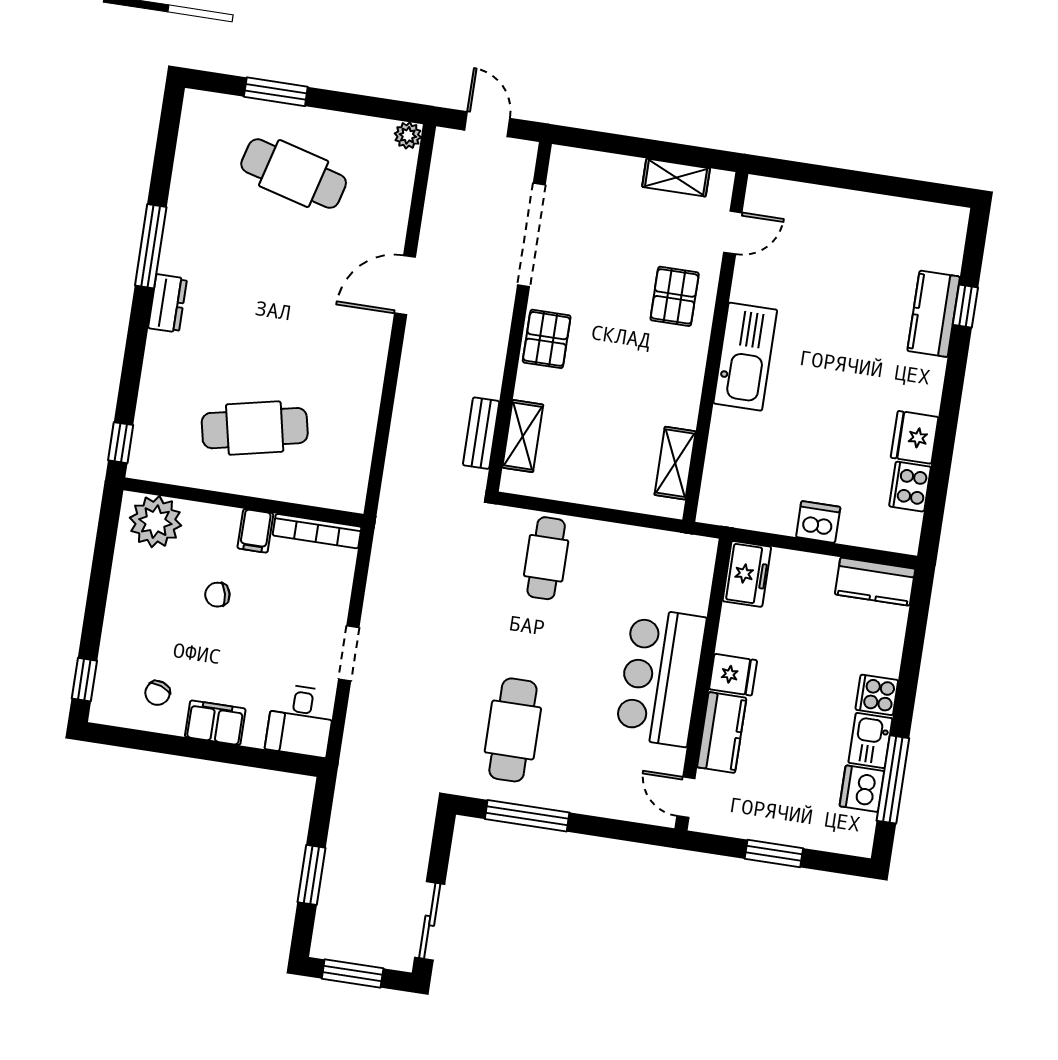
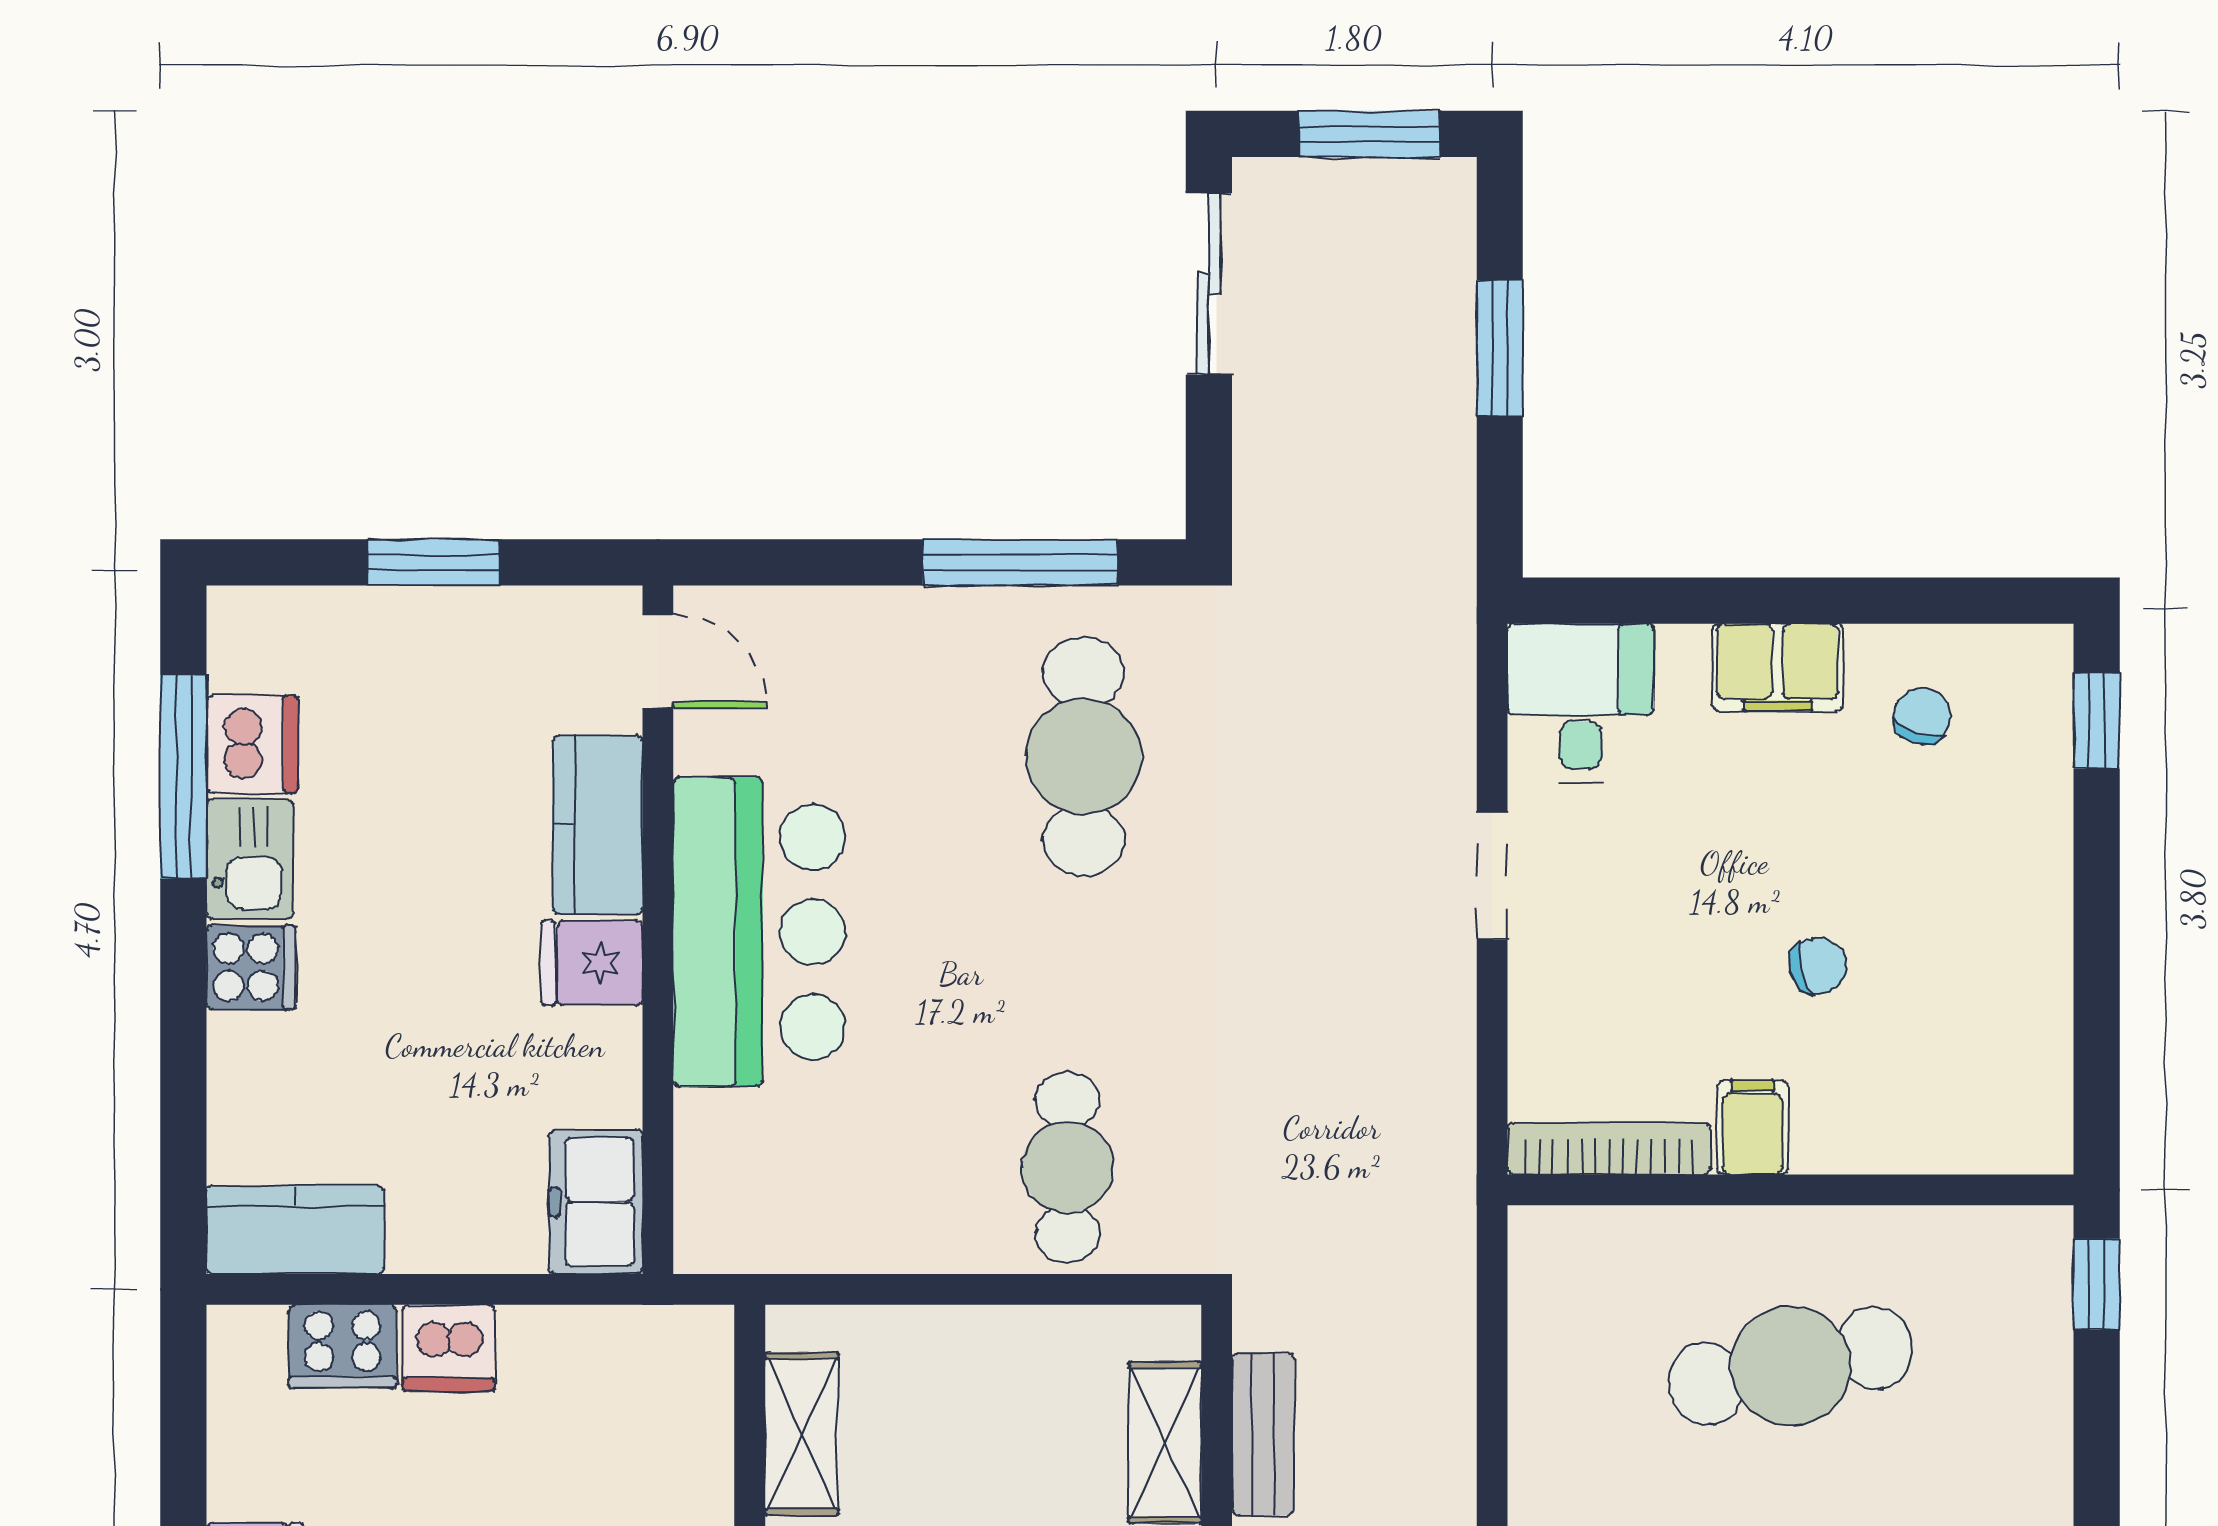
cooker: (910, 487) -> (343, 1346), moved, turned 90
plant: (155, 522) -> (1988, 1113), removed

